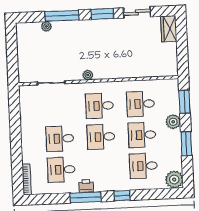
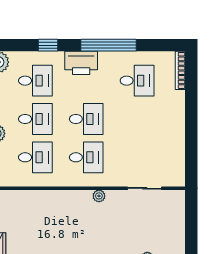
desk: (60, 139) -> (137, 119), removed
printer: (86, 186) -> (81, 63), moved, width x1.87, depth x1.48
window: (122, 196) -> (48, 45), moved
window: (86, 197) -> (109, 45), width x1.46

